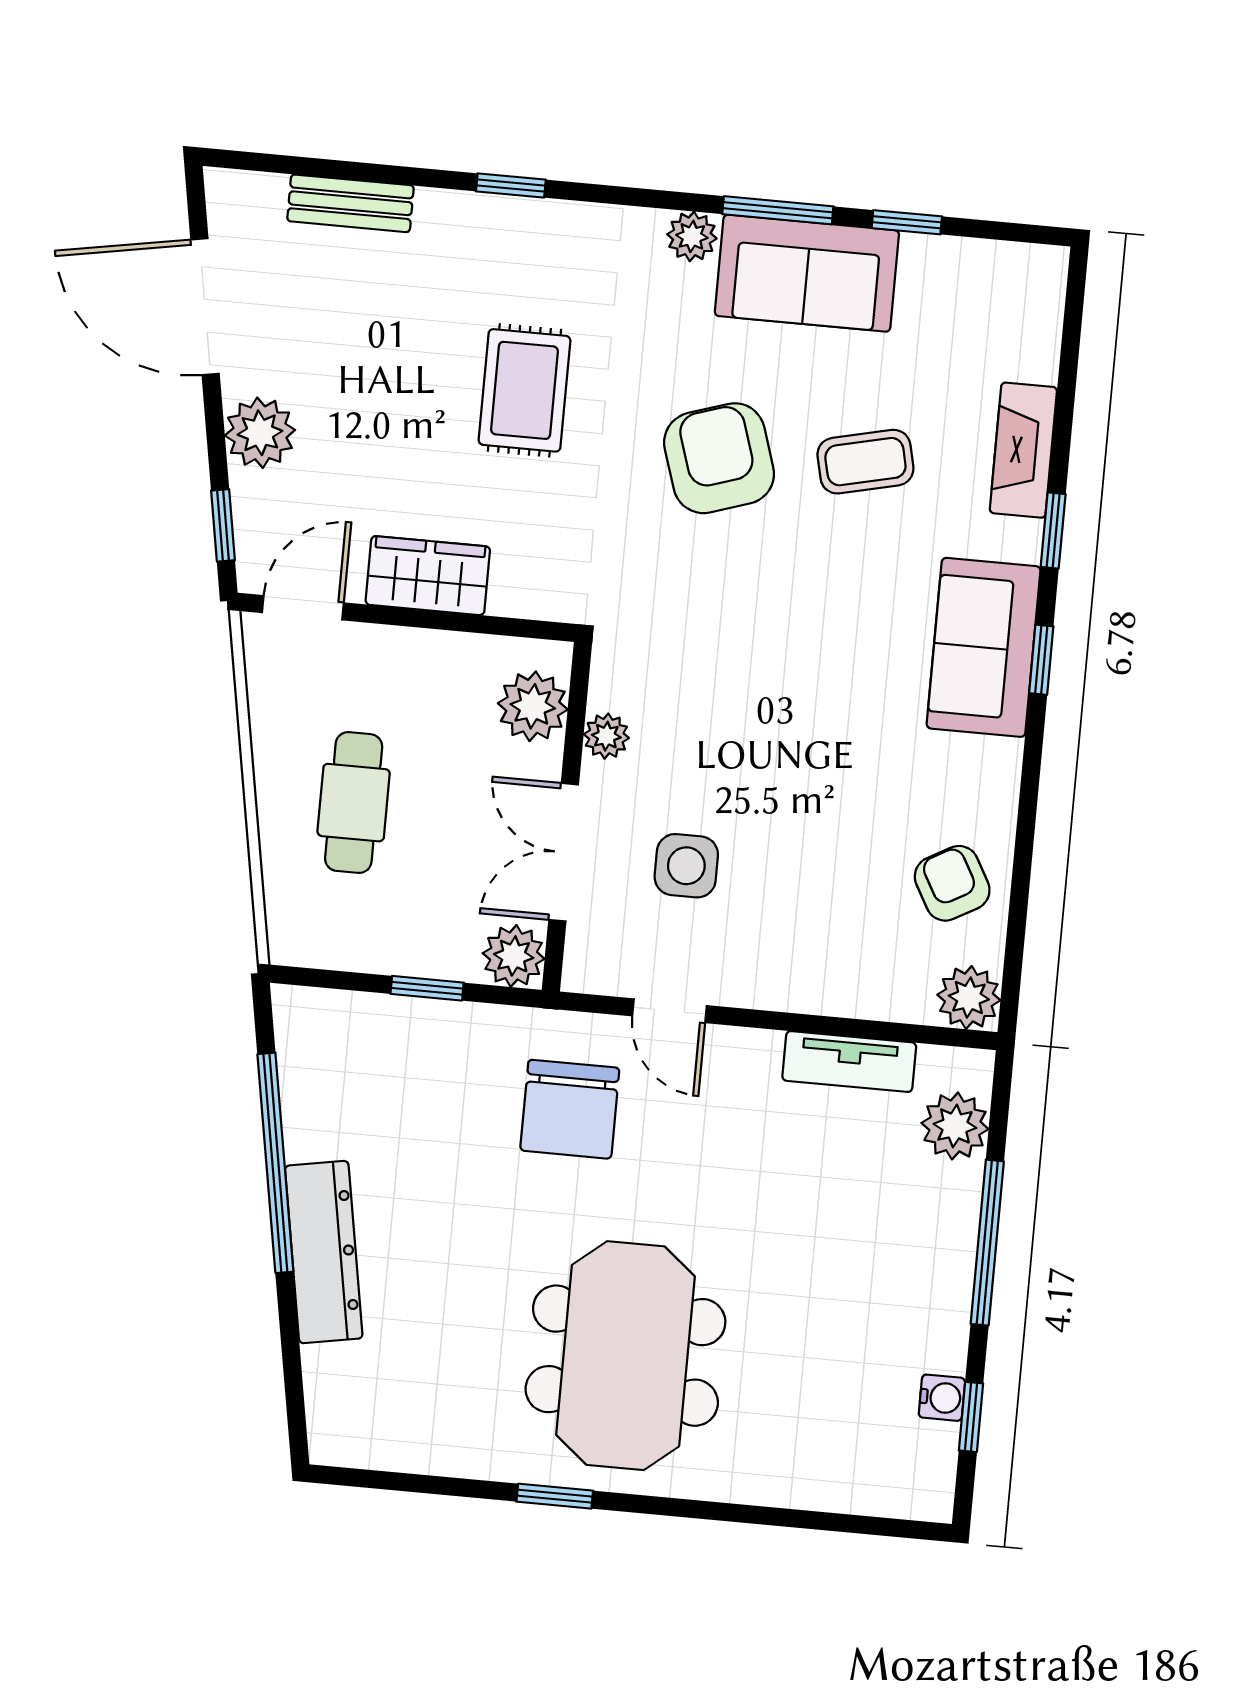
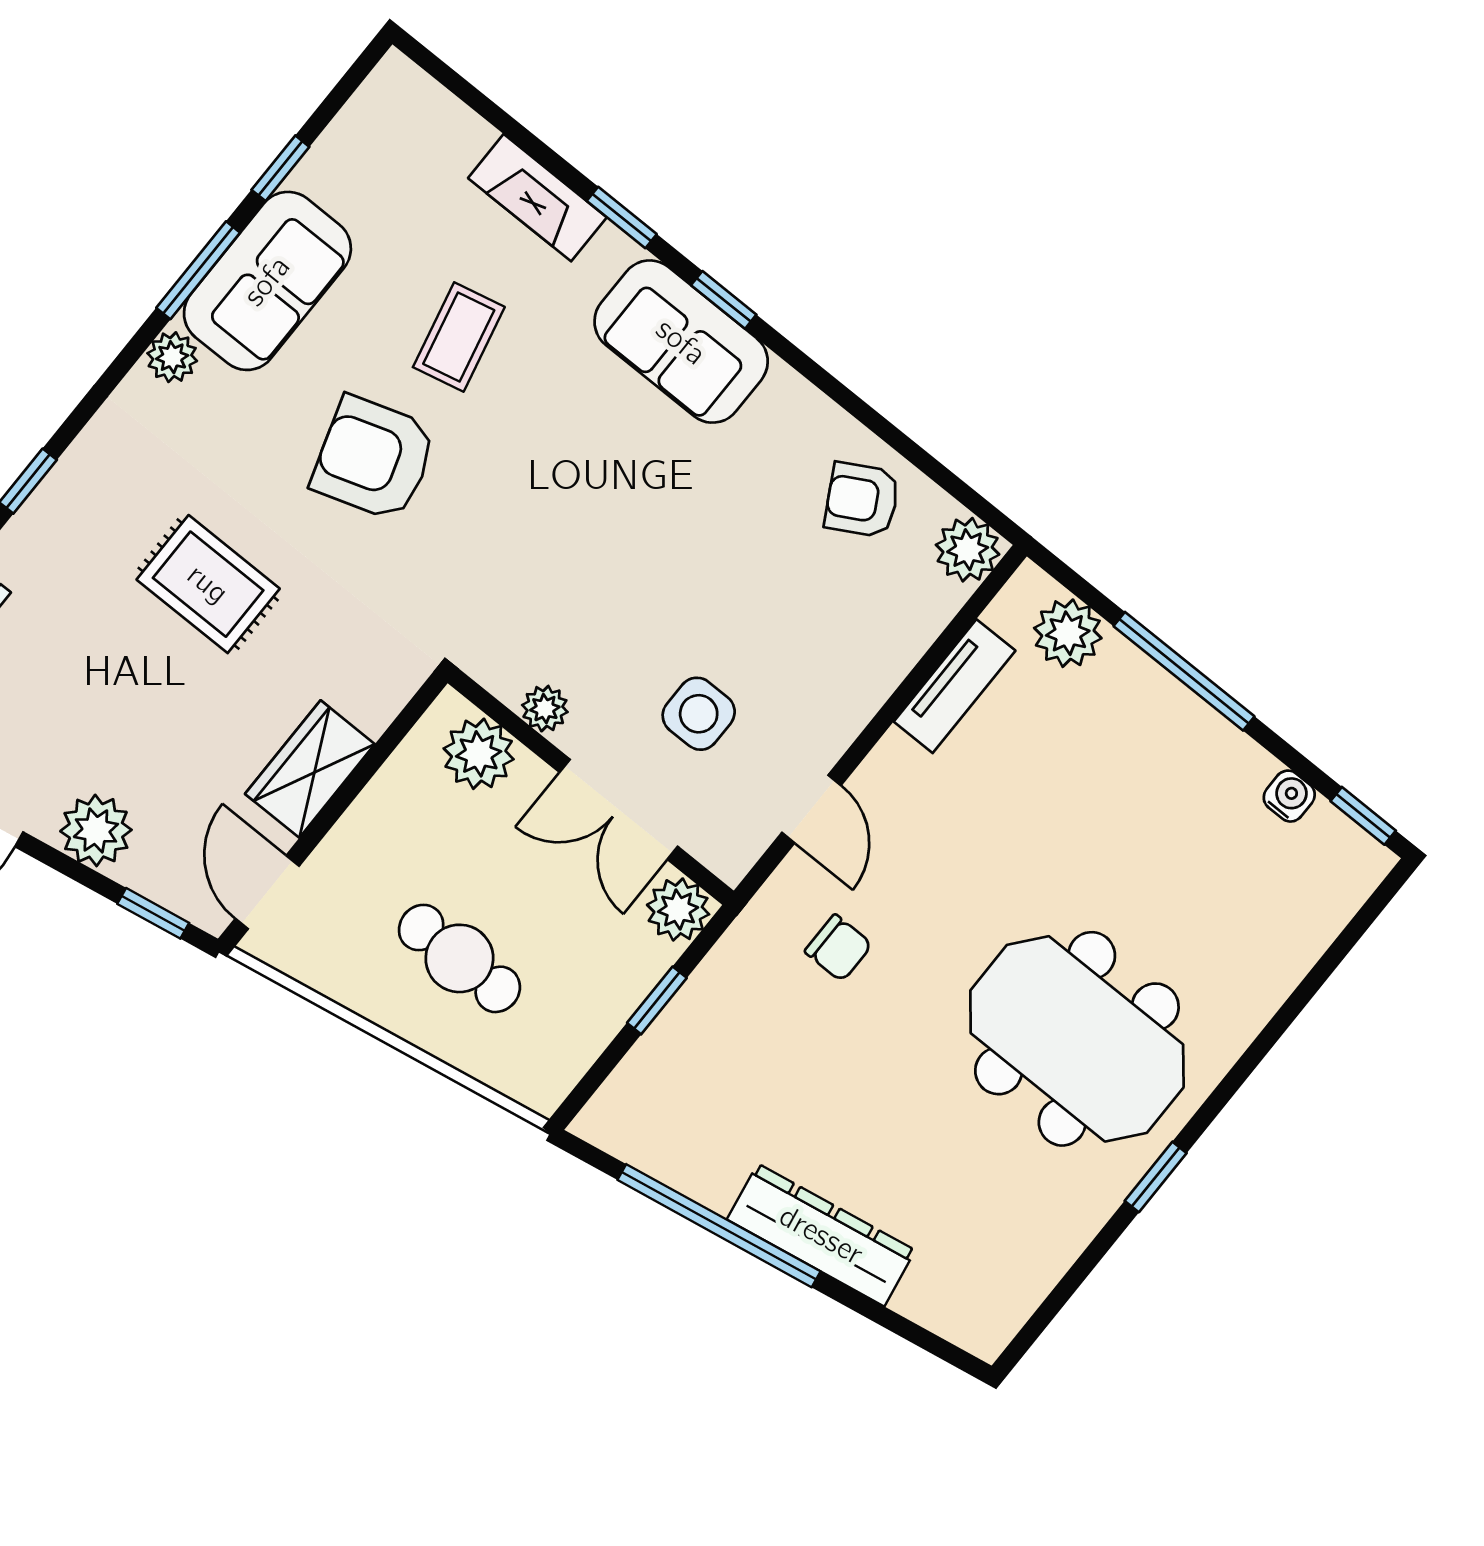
door: (670, 1011) -> (811, 809), hinge flipped
chair: (570, 1109) -> (838, 948), width x0.54, depth x0.54
window: (971, 1417) -> (1363, 816), moved

